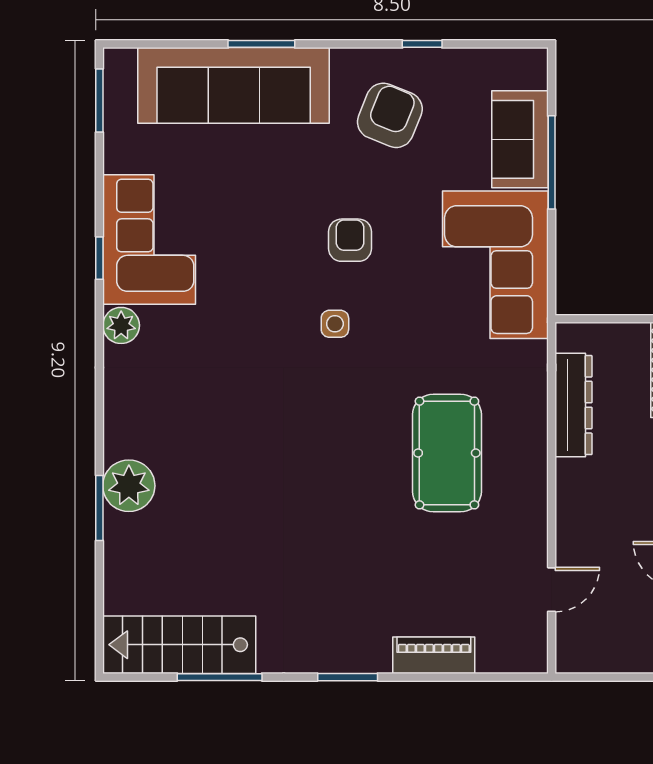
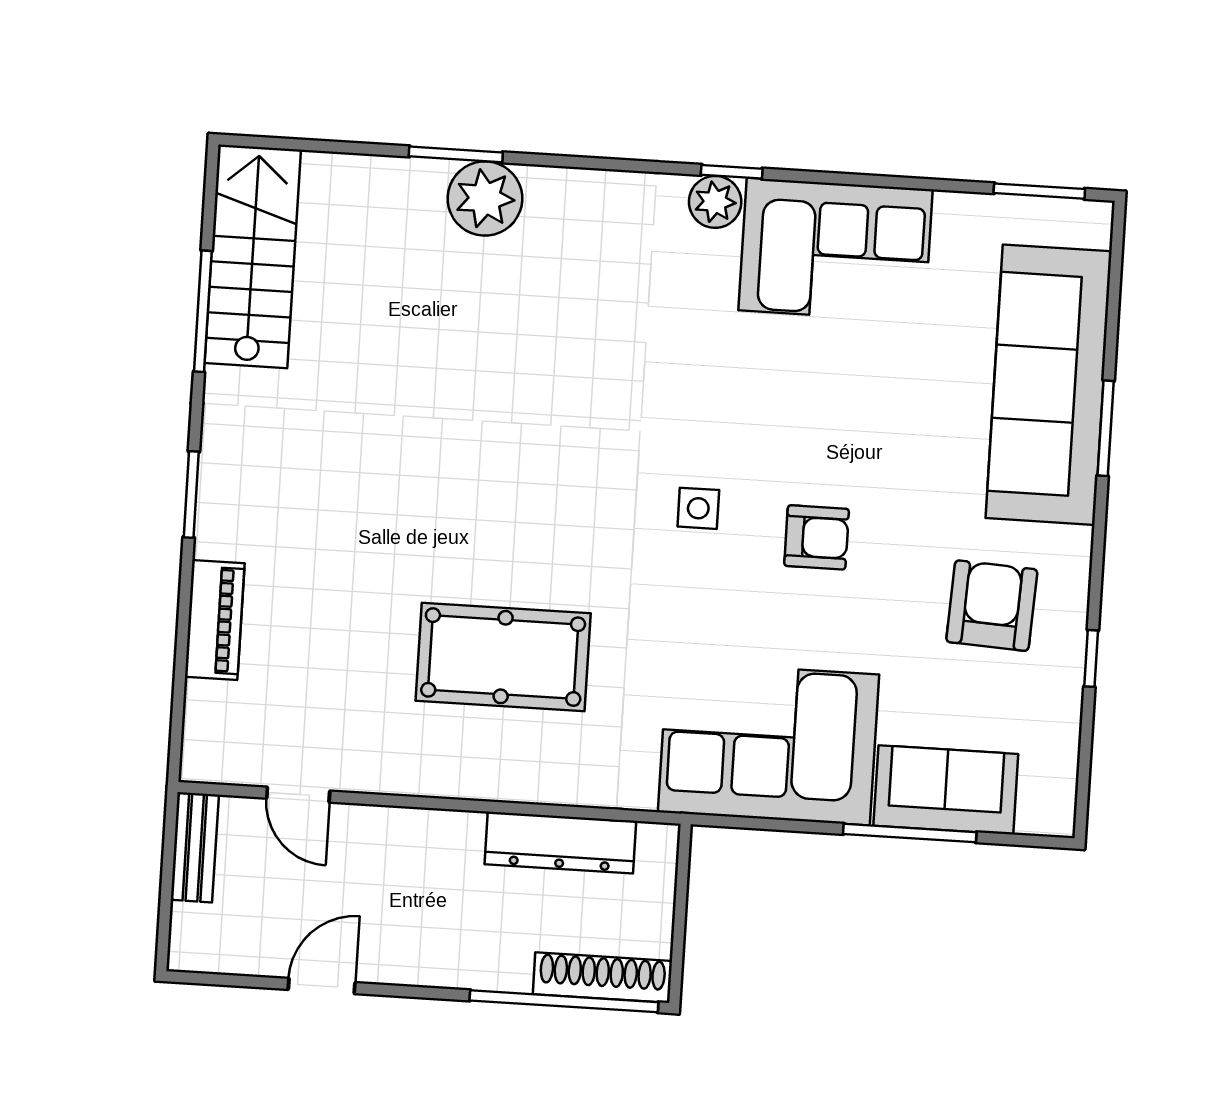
armchair: (390, 115) -> (992, 606), turned -109
window: (99, 258) -> (732, 172), moved
bench: (593, 659) -> (195, 847), added

